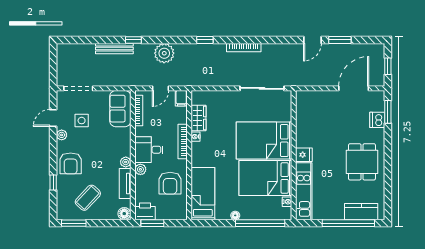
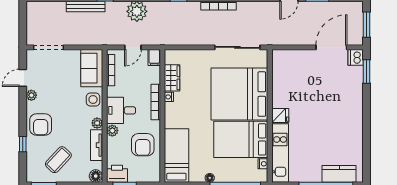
window: (388, 66) -> (366, 25), width x1.50
dishwasher: (377, 120) -> (356, 57), moved
side table: (82, 121) -> (93, 100), moved
bed: (264, 141) -> (239, 94), width x1.36
dining table: (362, 162) -> (340, 123), removed

